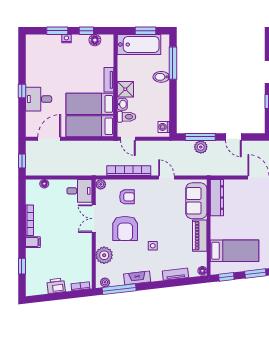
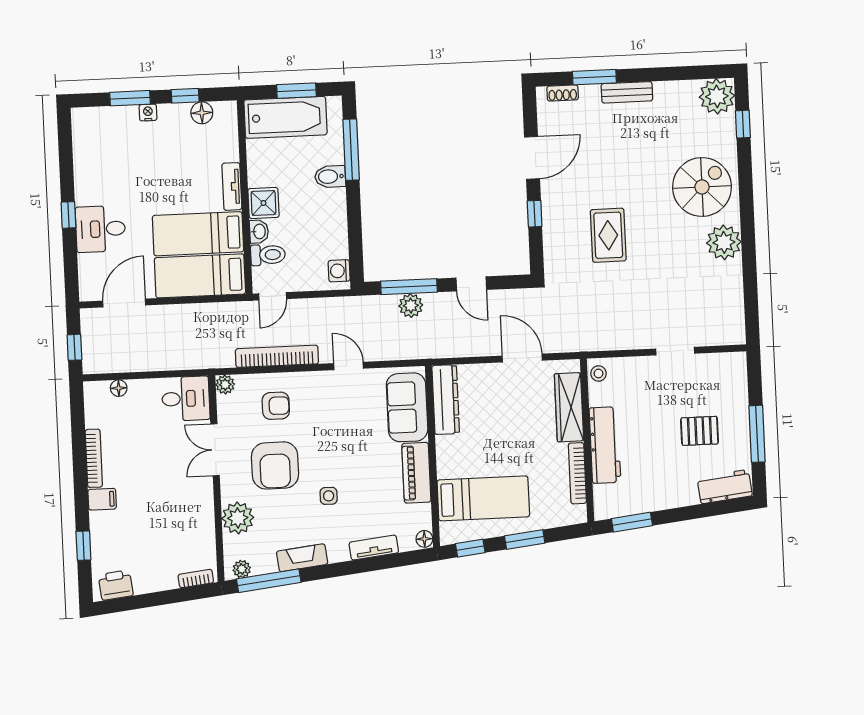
door: (128, 139) -> (273, 296), hinge flipped
printer: (56, 286) -> (116, 585), moved

